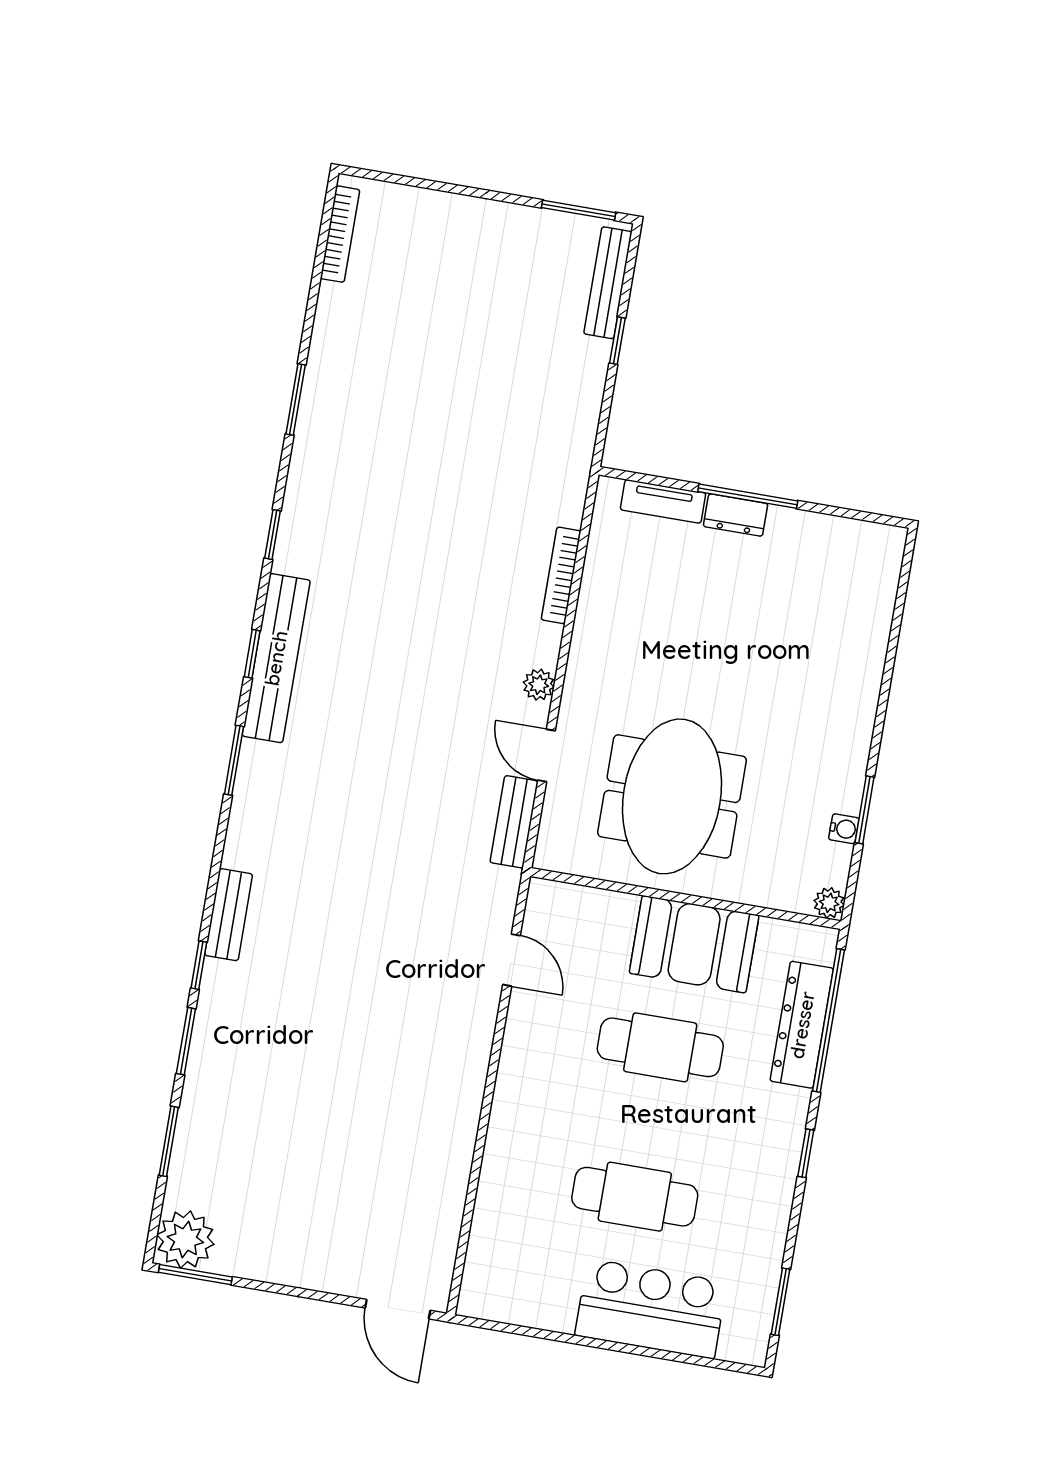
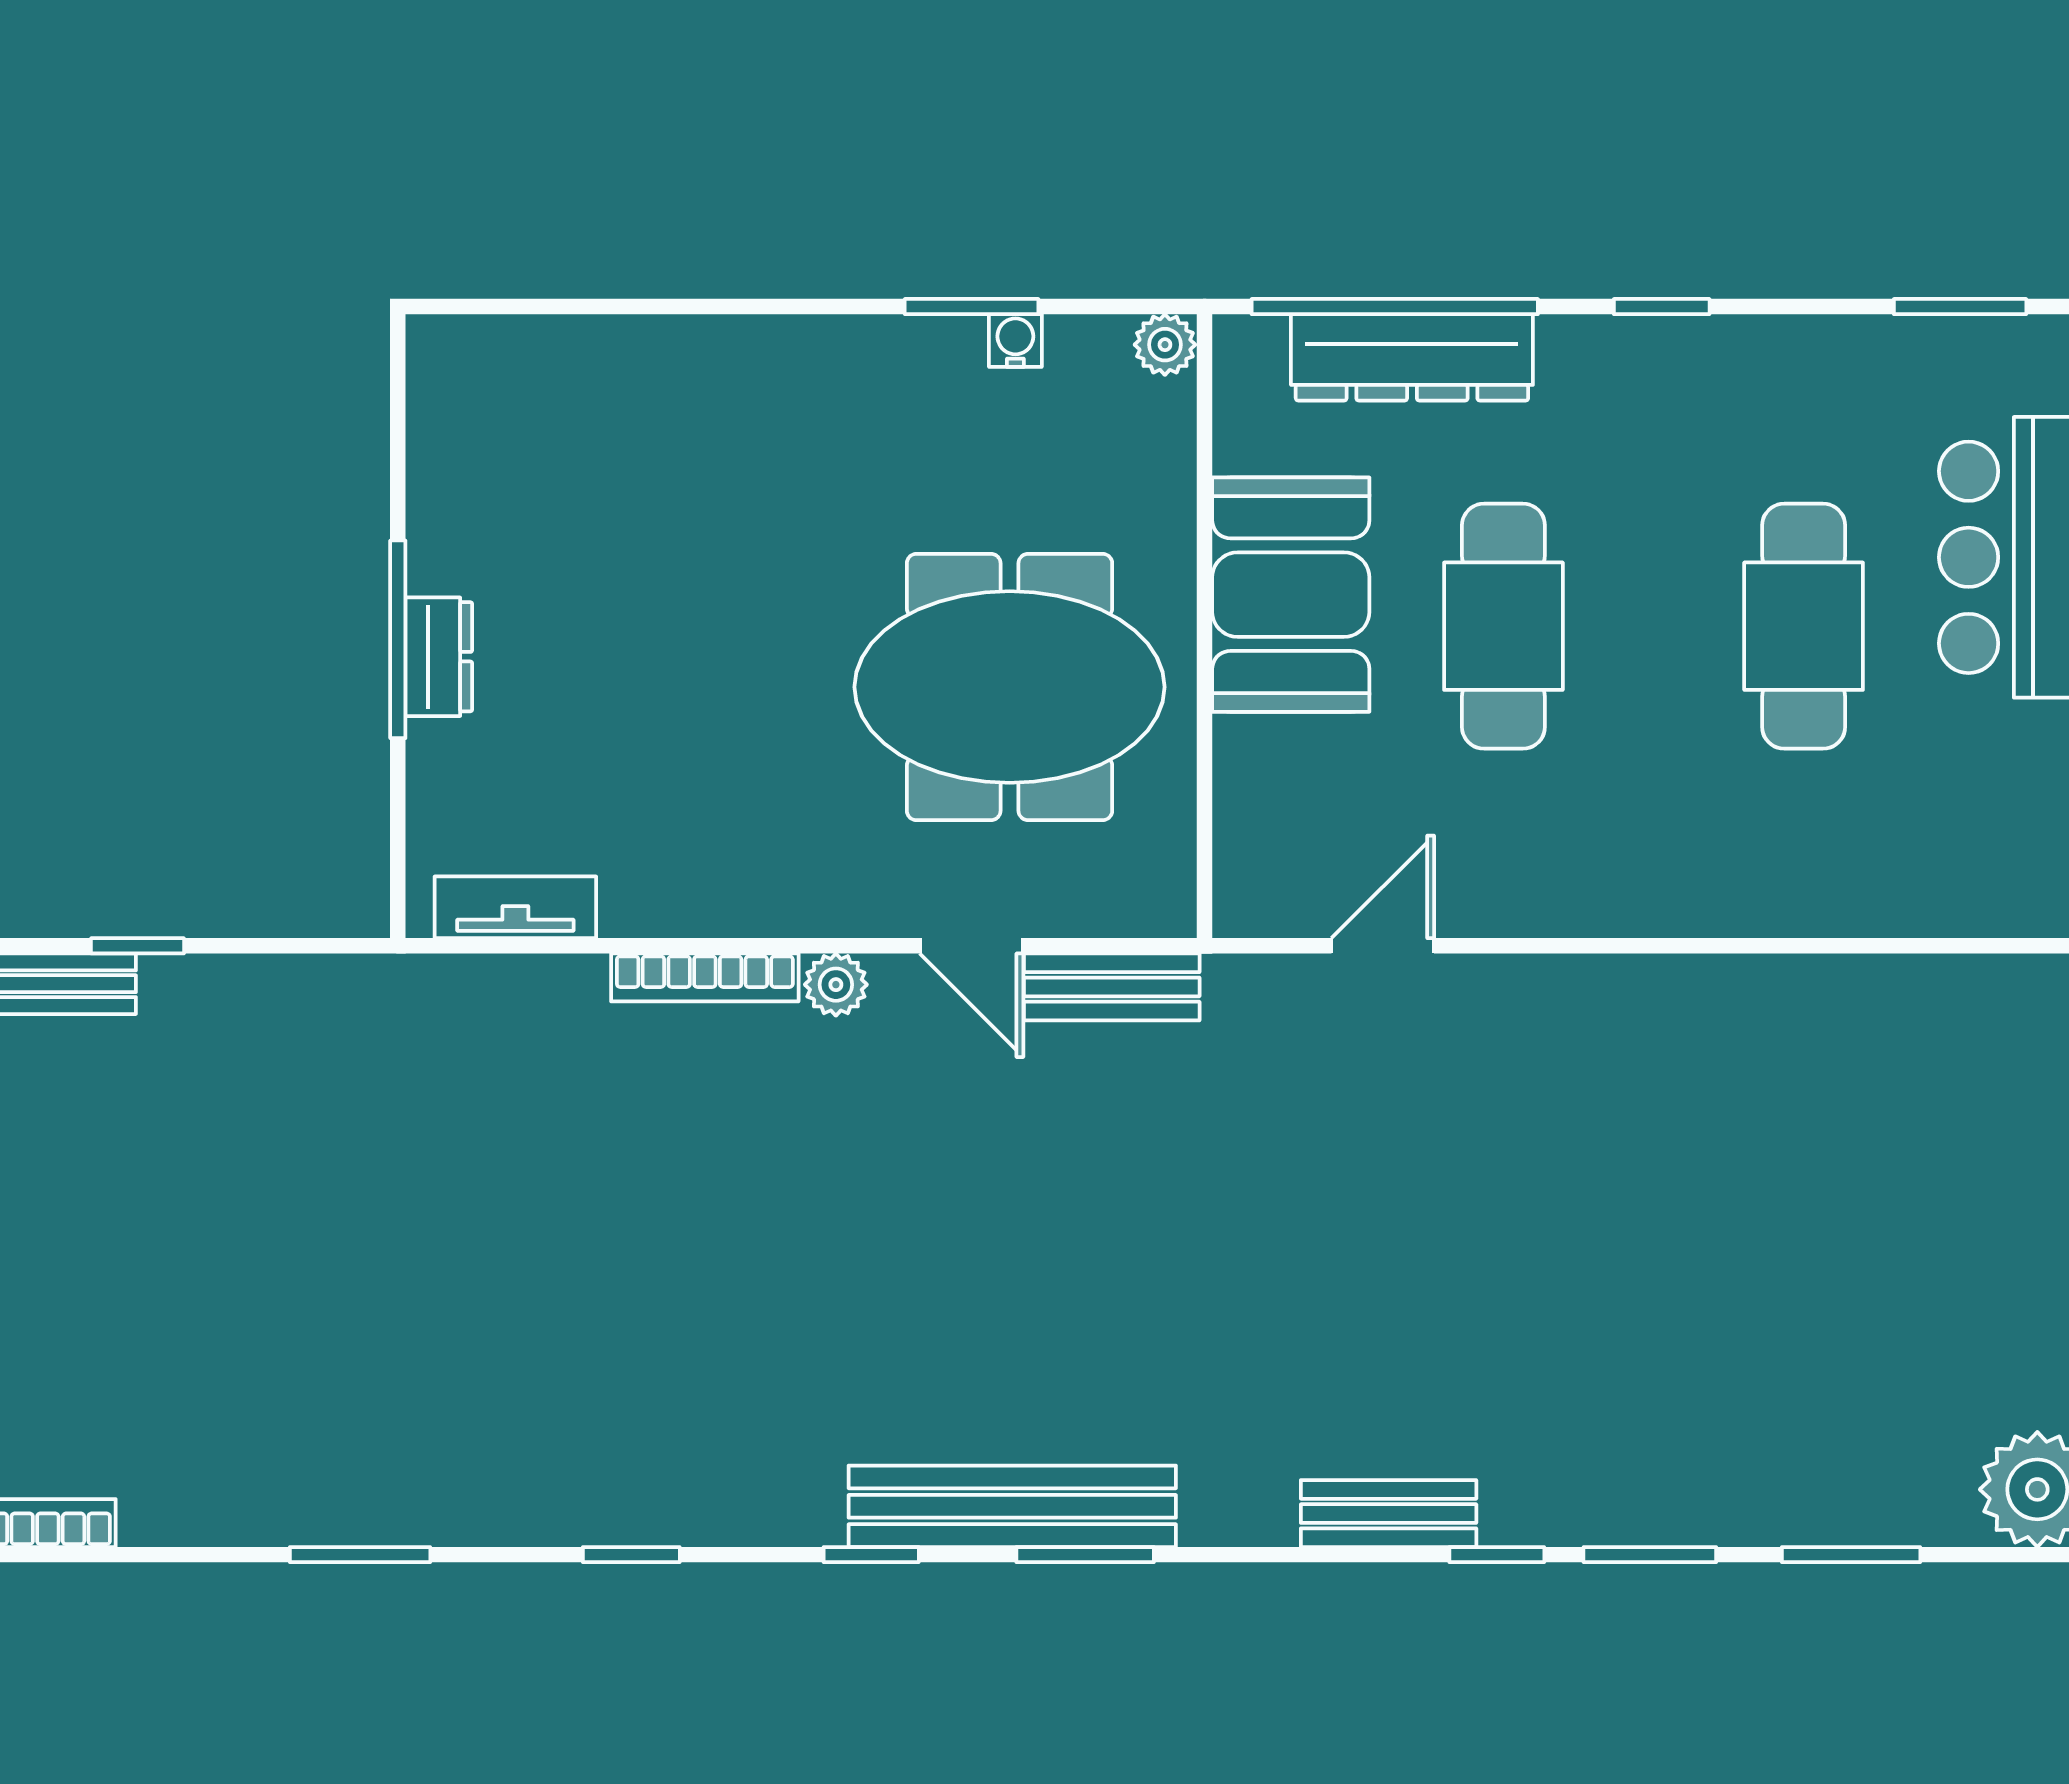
tv unit: (663, 501) -> (515, 907), moved, turned -90
bookcase: (561, 575) -> (705, 977), moved
bench: (276, 658) -> (1012, 1506), moved
door: (546, 755) -> (971, 946), hinge flipped

